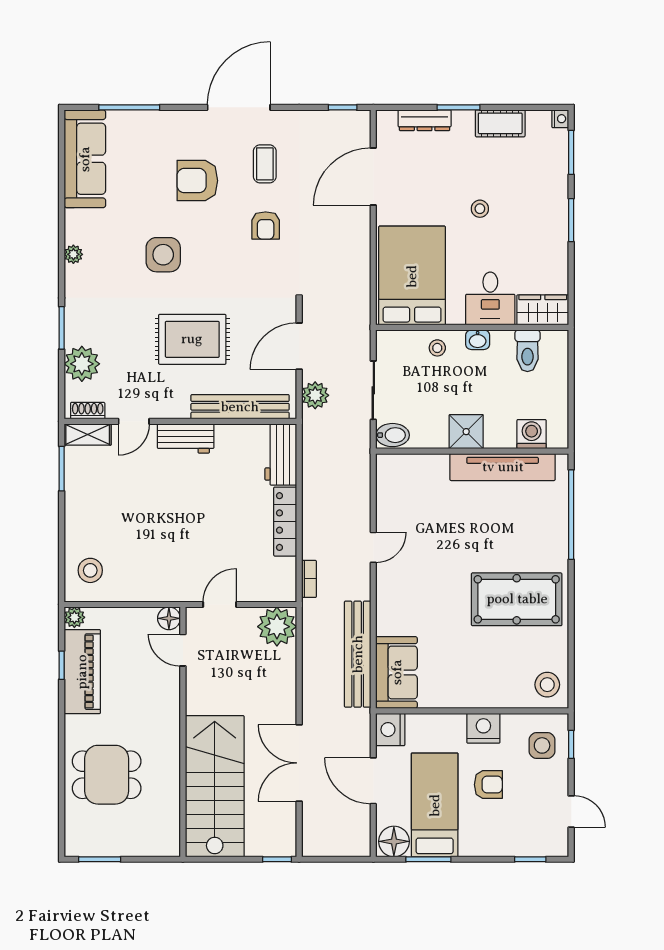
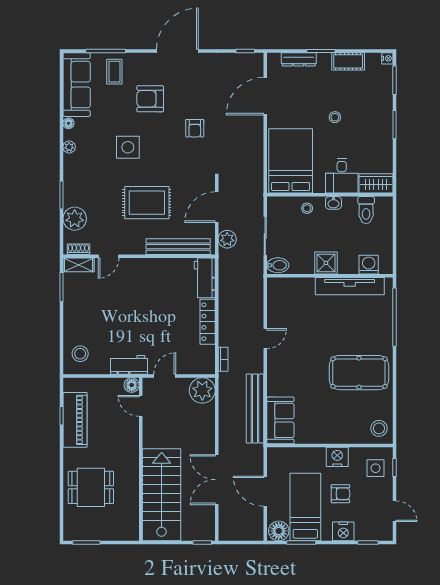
coffee table: (265, 164) -> (114, 72), moved
floor lamp: (72, 218) -> (68, 123), added
workbench: (186, 439) -> (129, 365), moved, turned 180
plant: (74, 617) -> (70, 384), removed
nightstand: (390, 730) -> (343, 531), moved, turned -90

